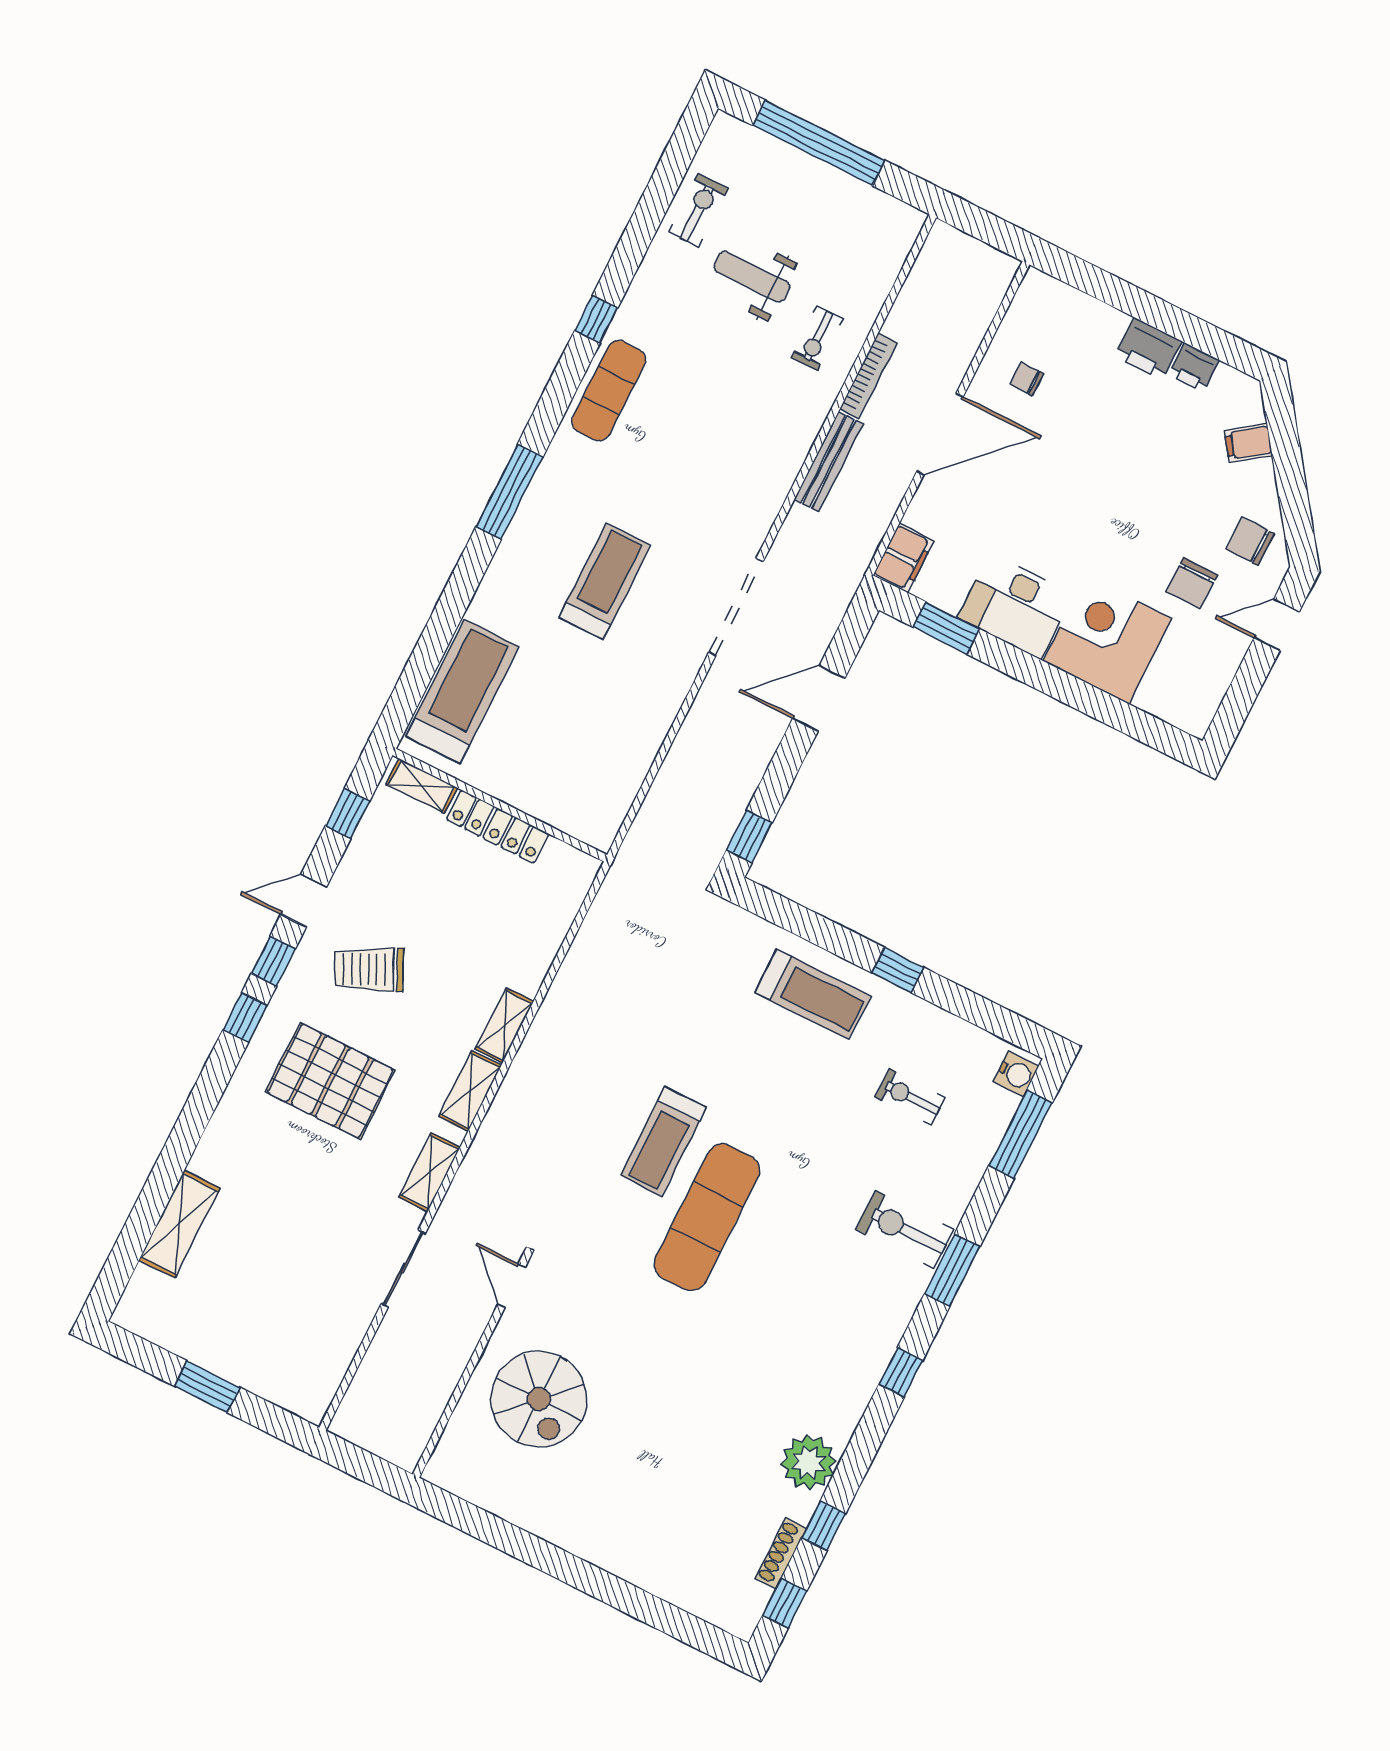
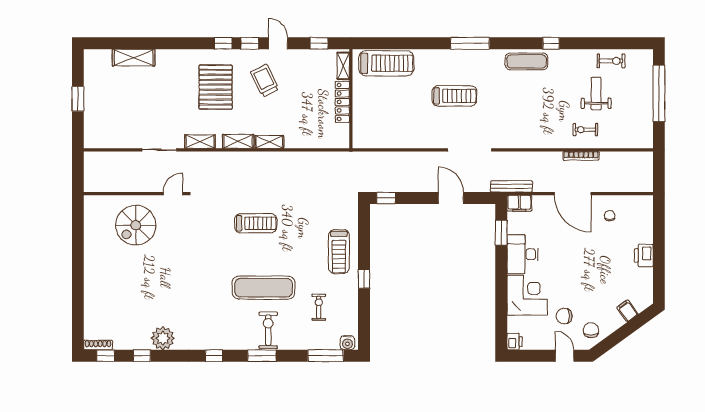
printer: (1194, 367) -> (515, 342), moved, turned 180
bench: (828, 462) -> (511, 186), moved
treadmill: (663, 1141) -> (256, 223), turned 180
exercise mat: (707, 1217) -> (264, 288), moved
shoe rack: (781, 1553) -> (98, 345), moved

